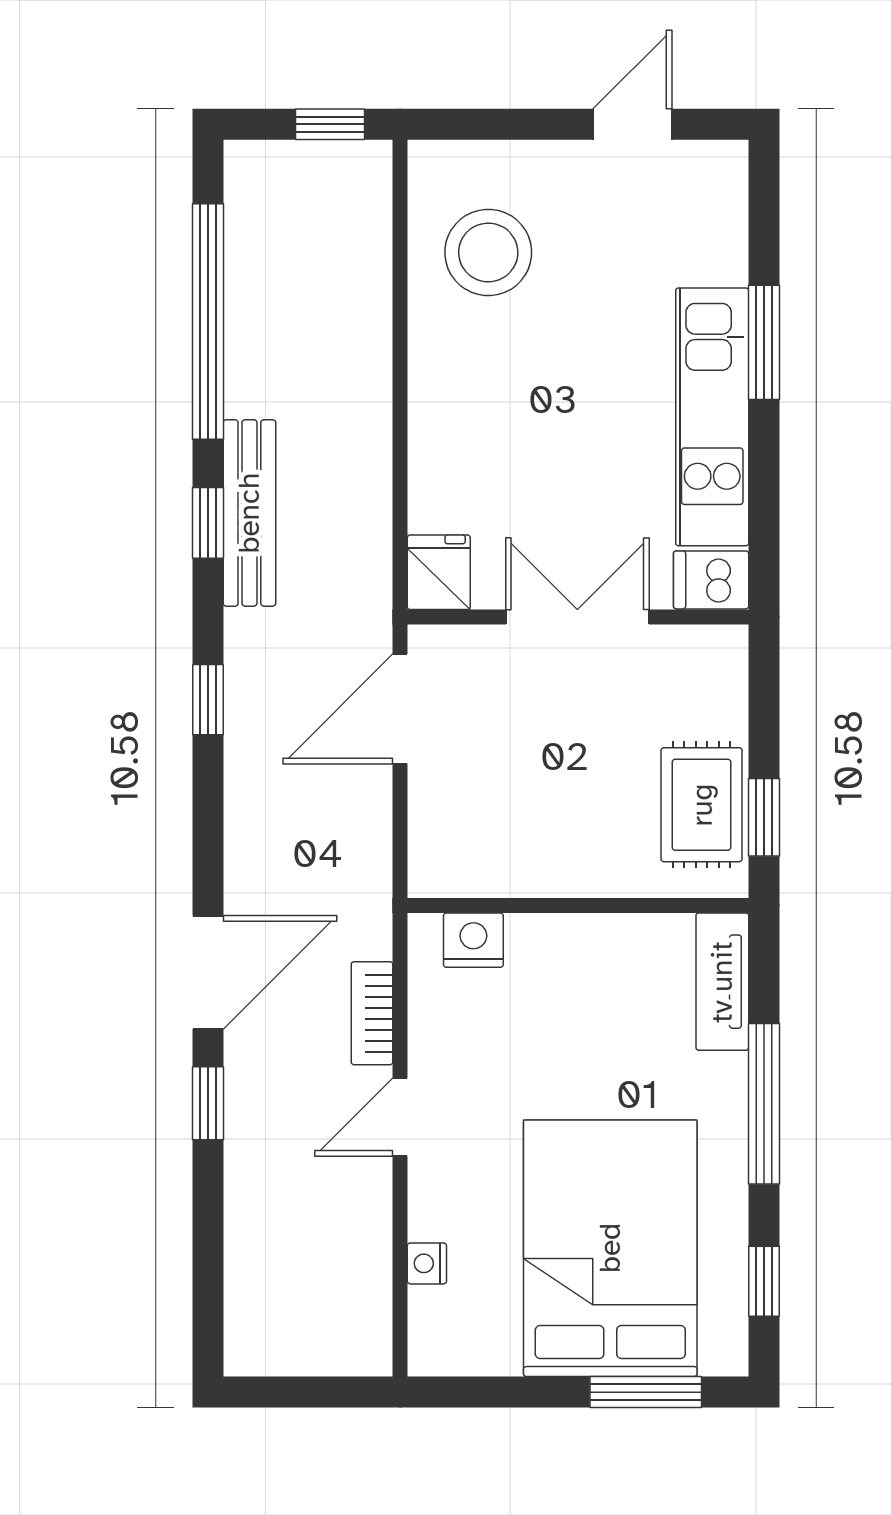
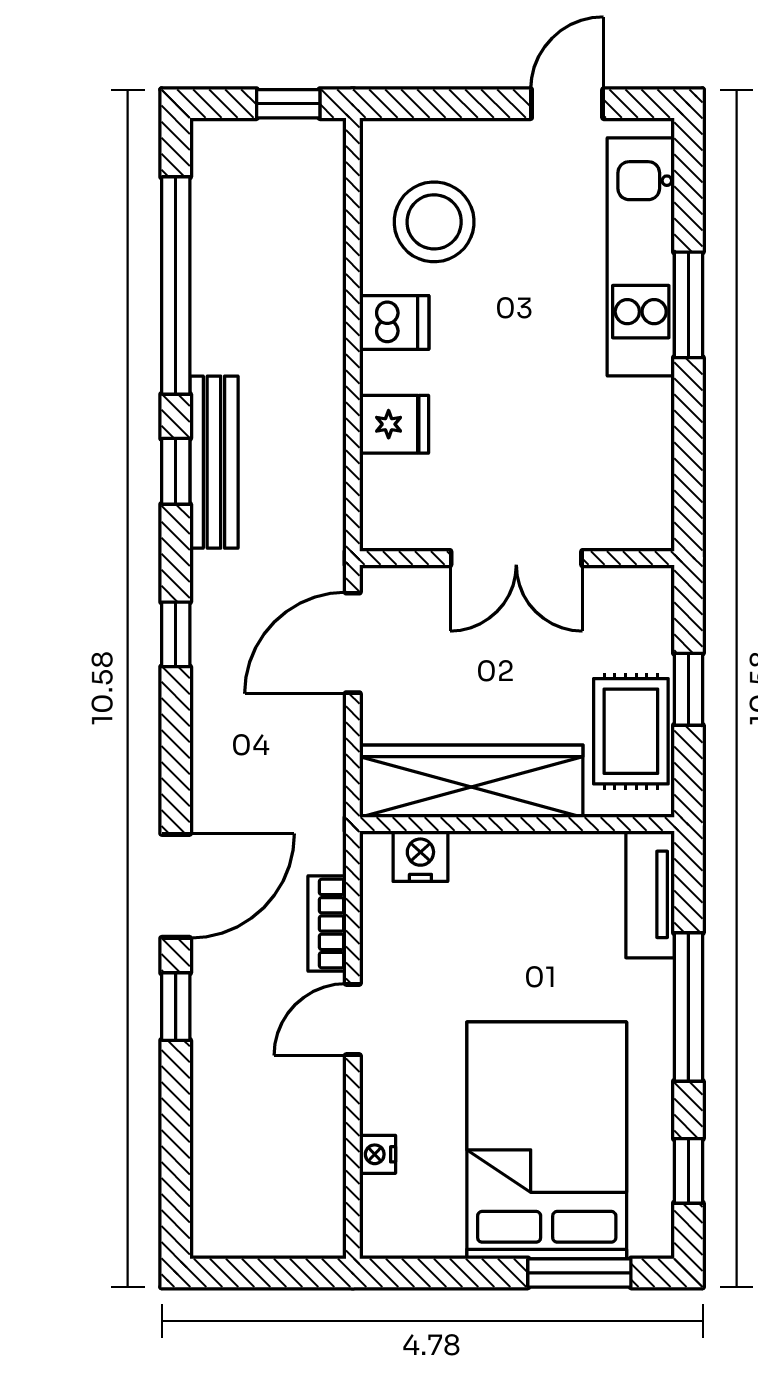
kitchen unit: (712, 417) -> (641, 257), moved
fridge: (439, 572) -> (394, 424), moved, turned 90
dishwasher: (711, 580) -> (394, 322), moved, turned 180
double door: (577, 617) -> (516, 558), swing flipped
window: (764, 817) -> (688, 689), moved
wardrobe: (528, 859) -> (471, 781), added

